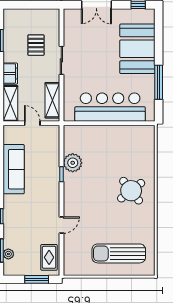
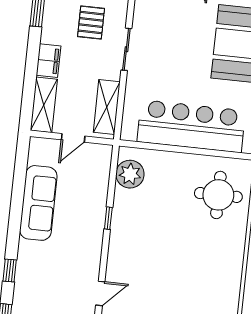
door: (32, 123) -> (73, 138), swing flipped
plant: (73, 163) -> (130, 174), moved
round table: (131, 191) -> (218, 195), moved, turned 38

